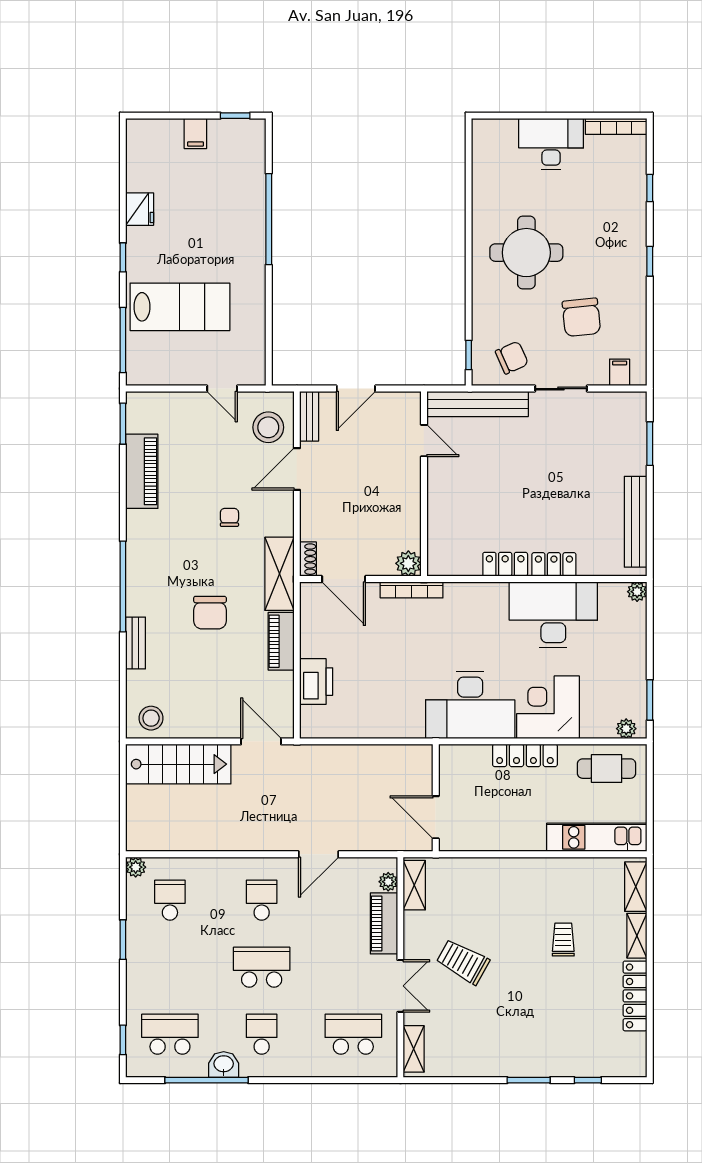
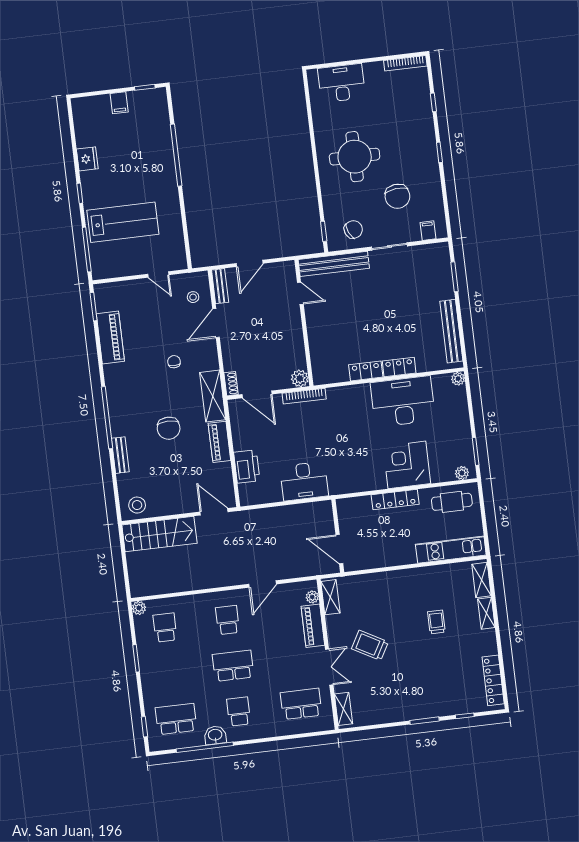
desk: (551, 144) -> (341, 83), moved
stool: (268, 427) -> (193, 297), width x0.53, depth x0.53
desk: (470, 705) -> (304, 481), moved, width x0.73, depth x0.77
locker: (635, 996) -> (493, 680), moved

